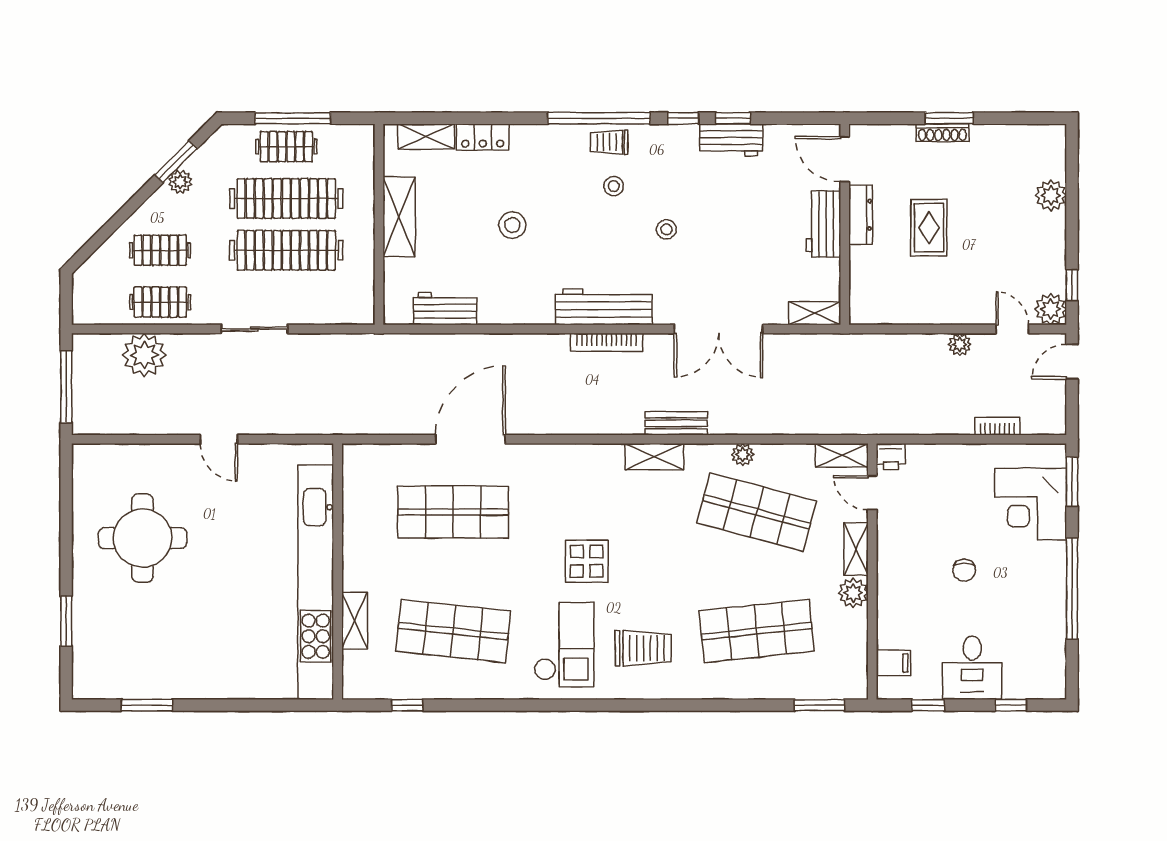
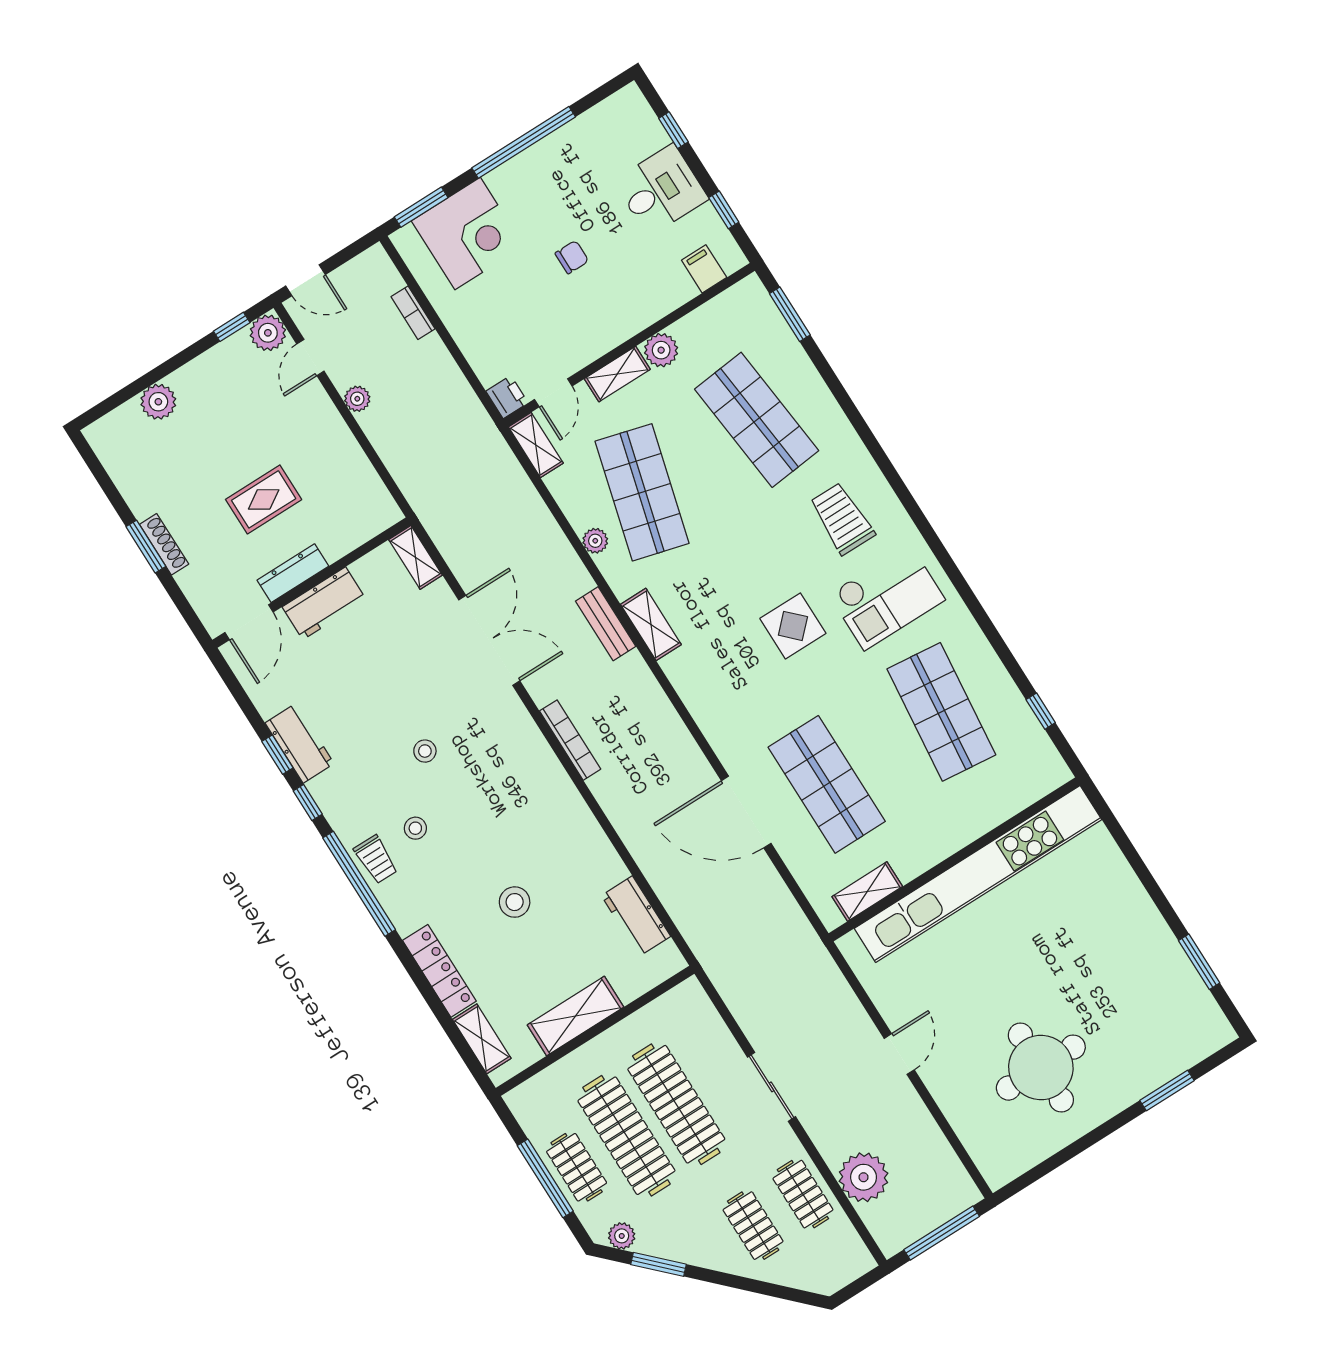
locker: (483, 137) -> (439, 971), width x1.53
plant: (180, 182) -> (622, 1236), moved
workbench: (604, 307) -> (538, 764), removed
shelving: (355, 621) -> (867, 891), moved
checkout: (564, 645) -> (887, 597), turned 180

